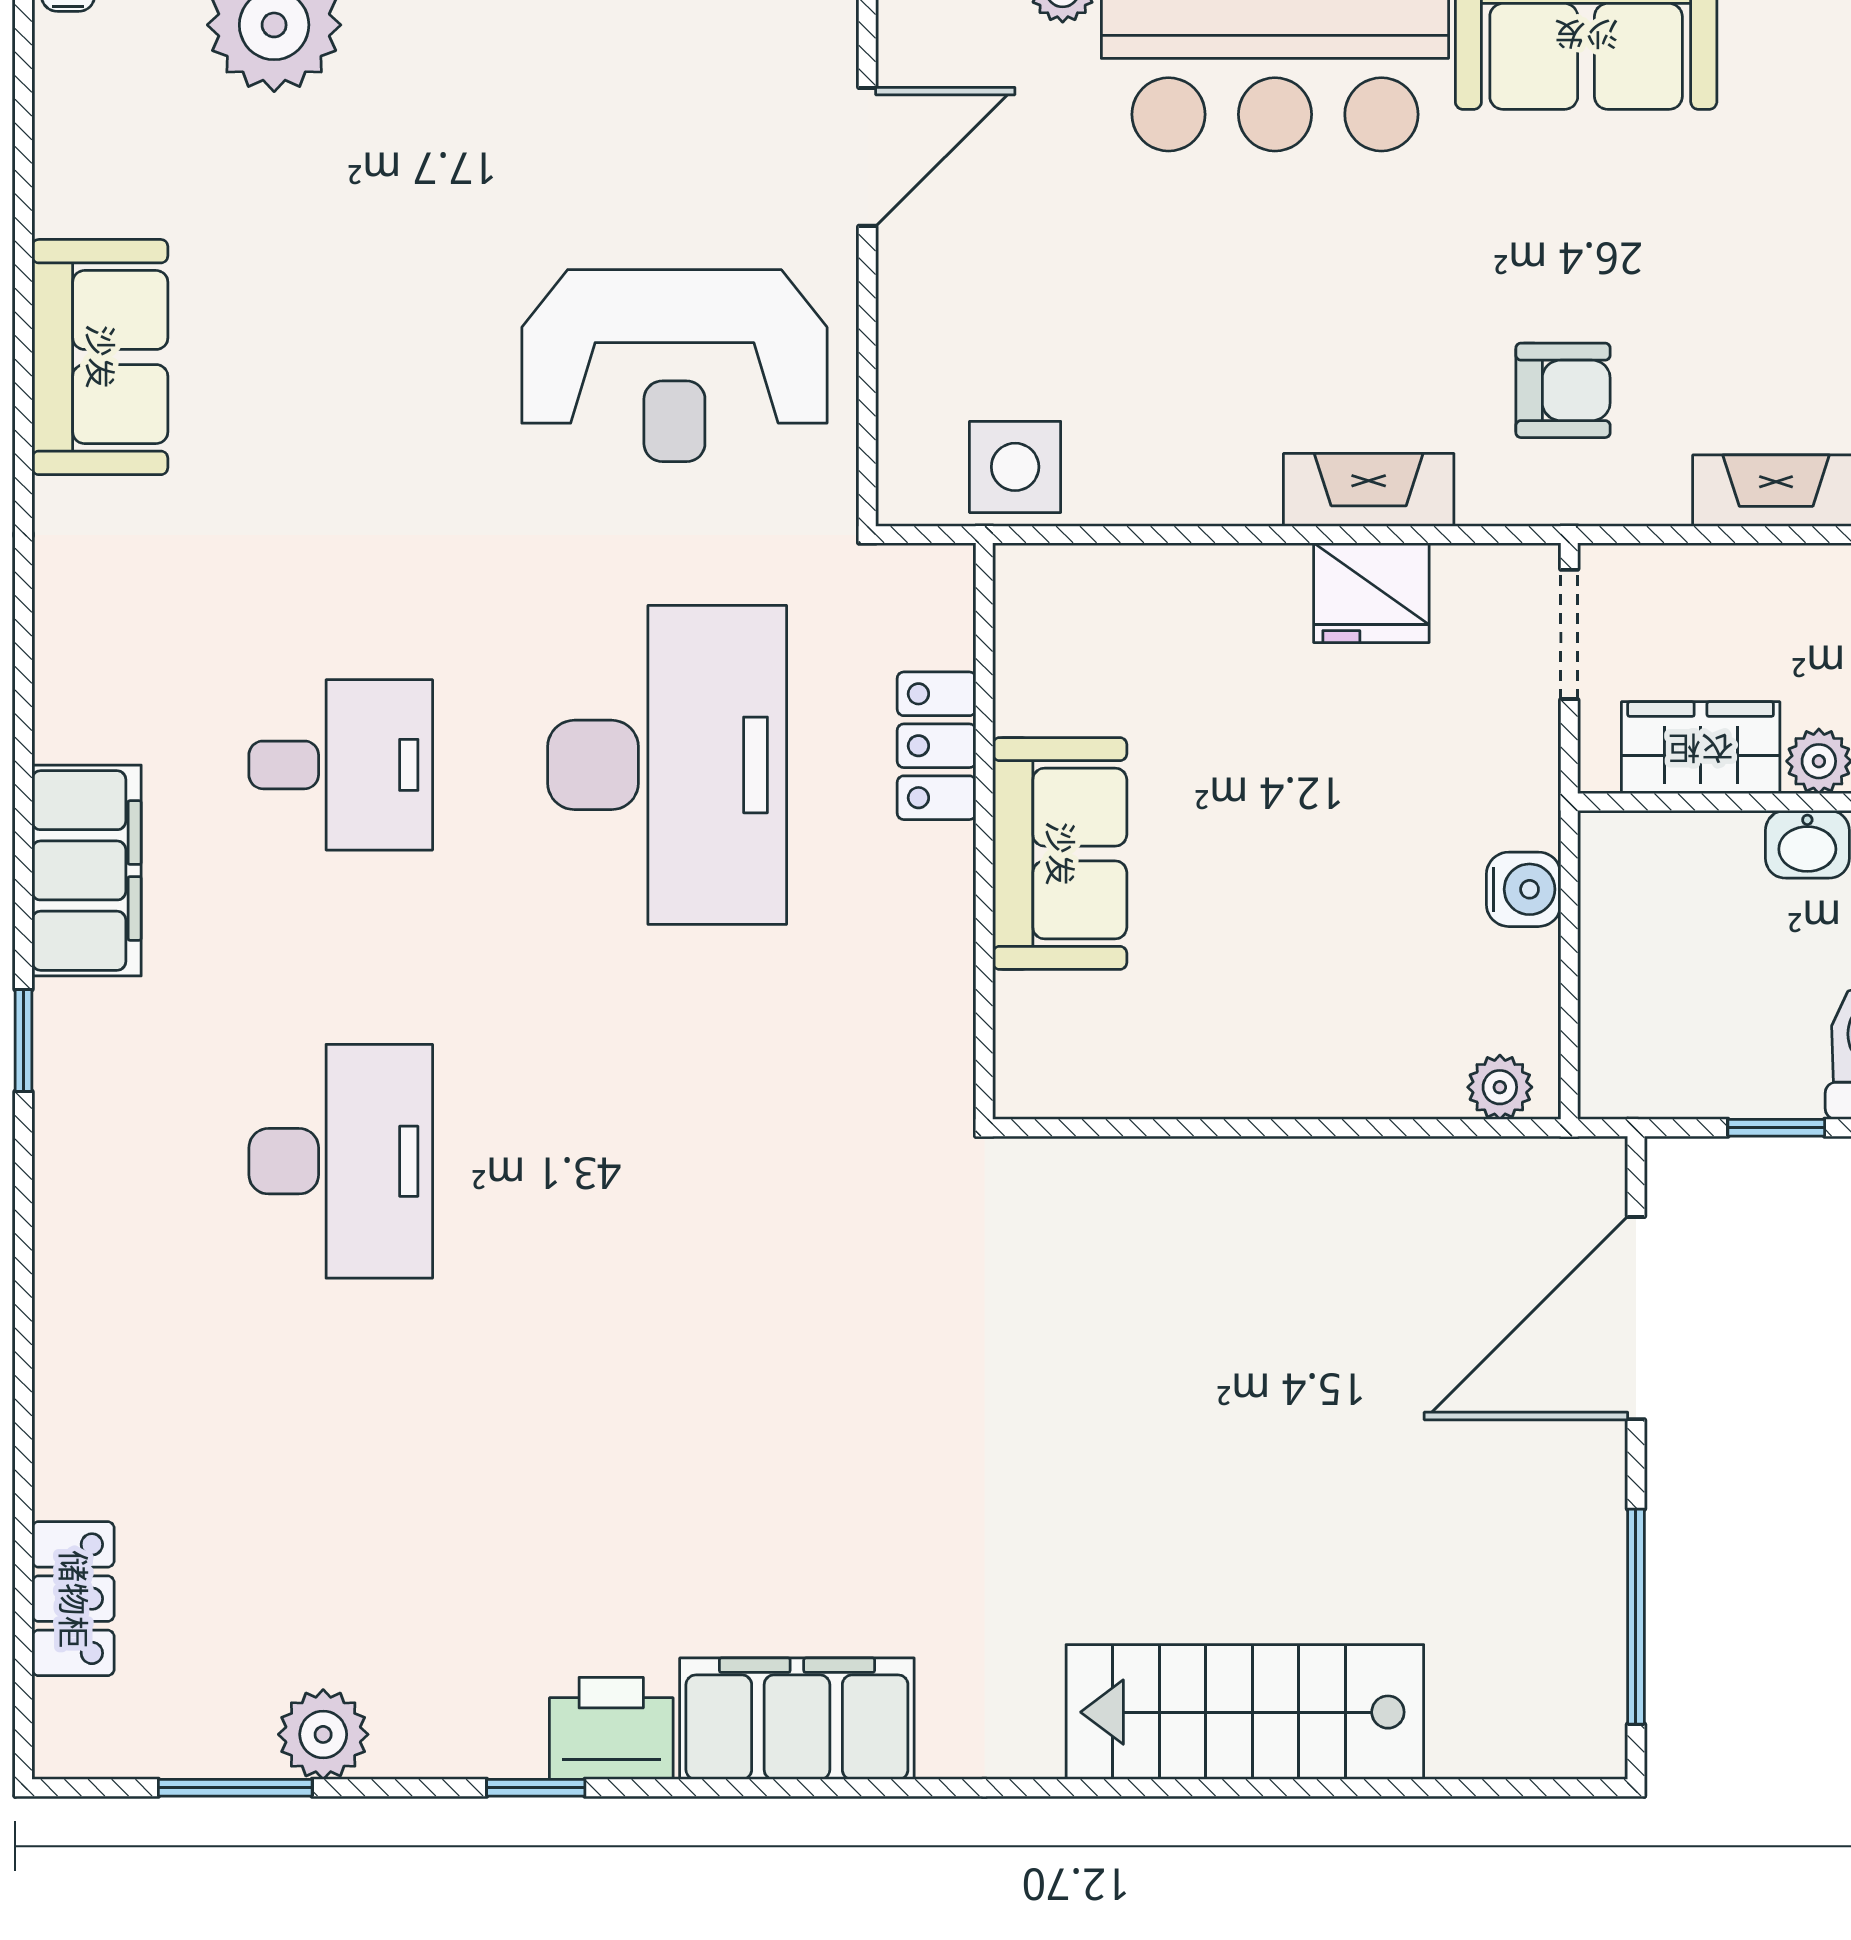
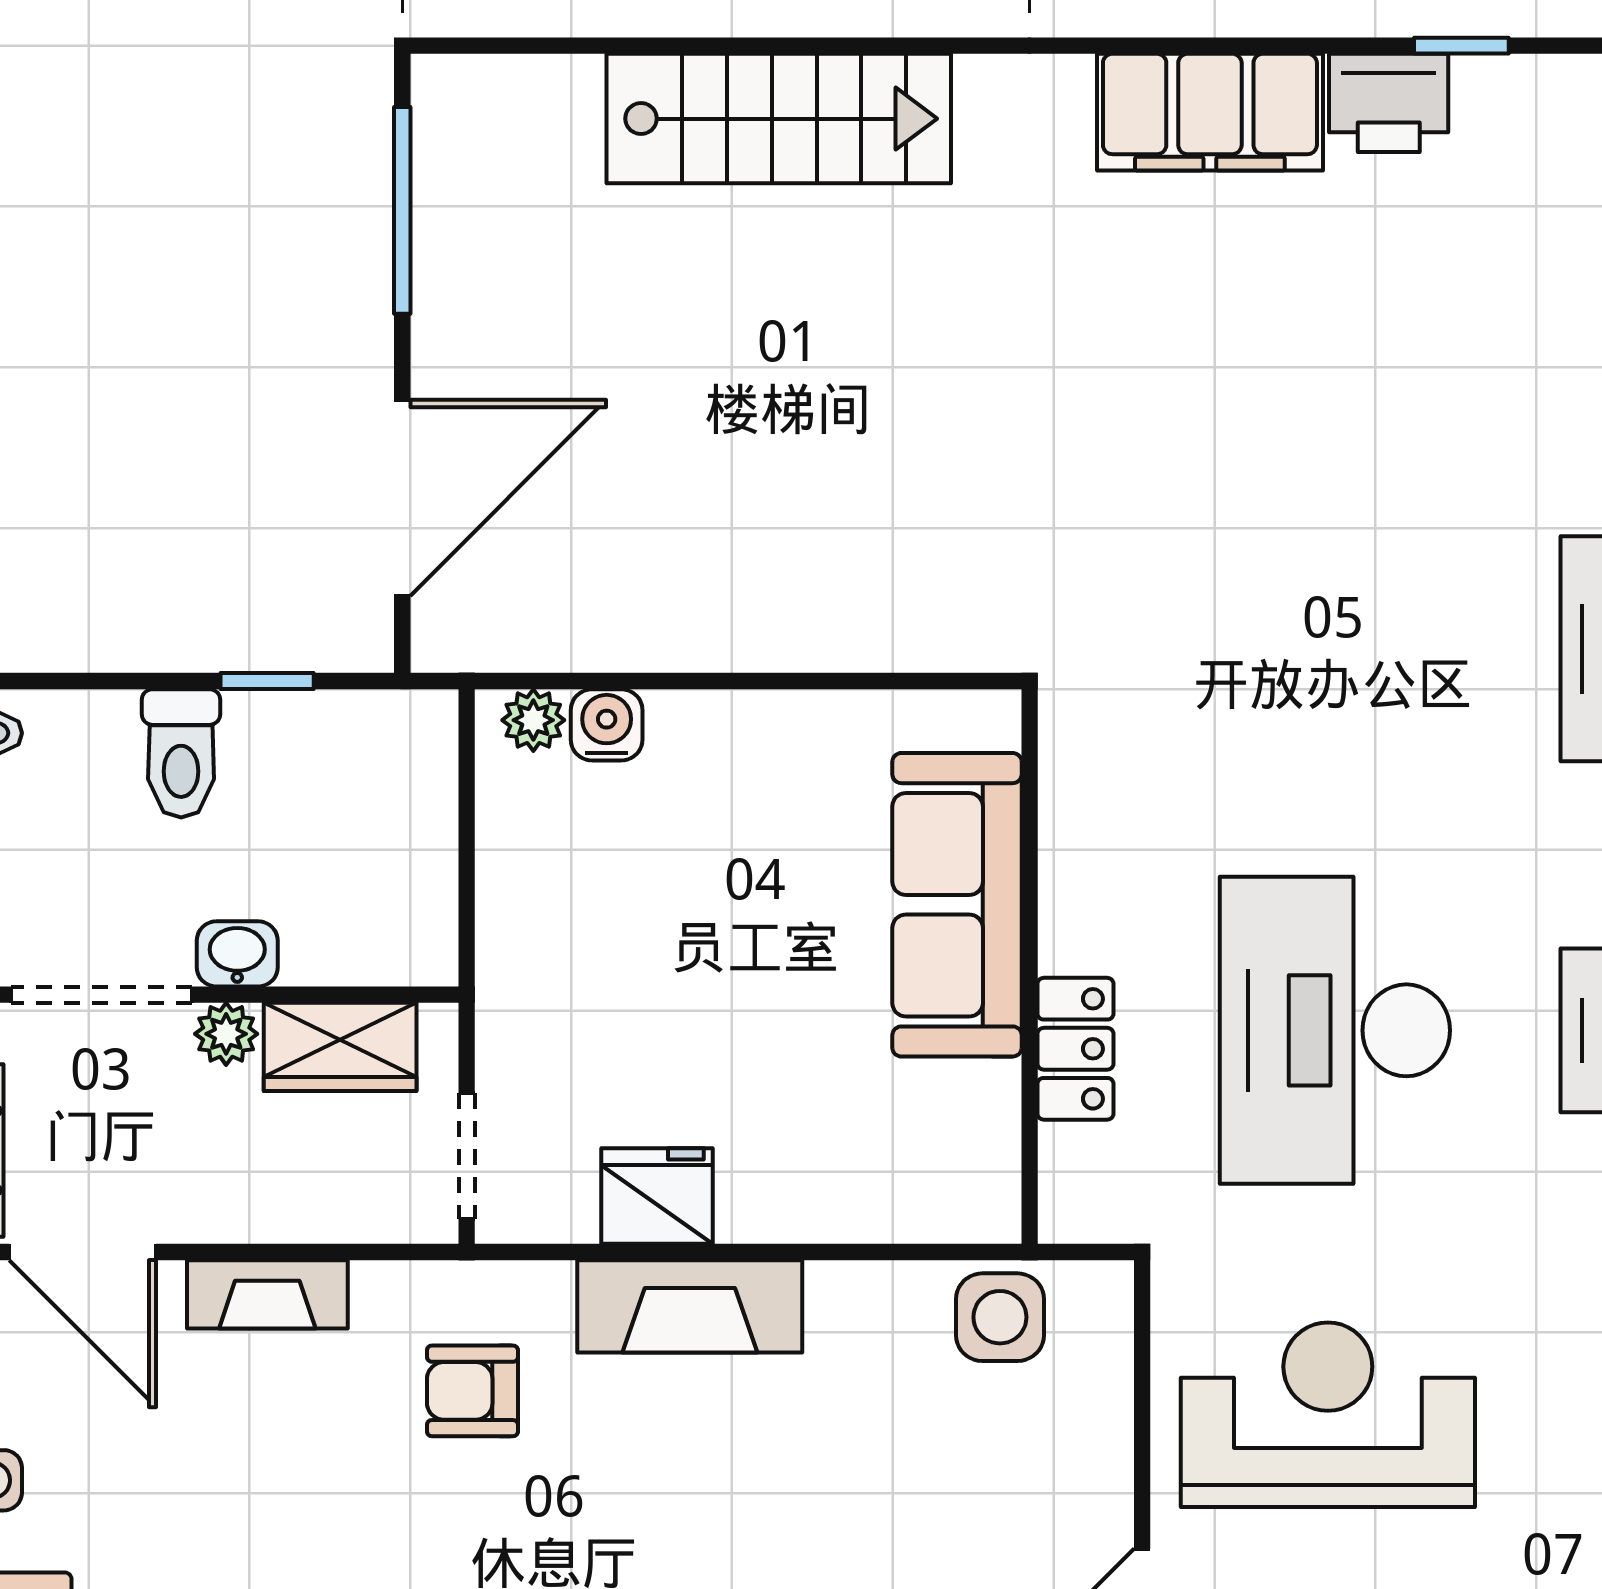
fireplace: (1369, 490) -> (690, 1306), width x1.37, depth x1.32
sofa: (1060, 854) -> (957, 905), width x1.36
water cooler: (1524, 889) -> (607, 725), moved, turned 90

